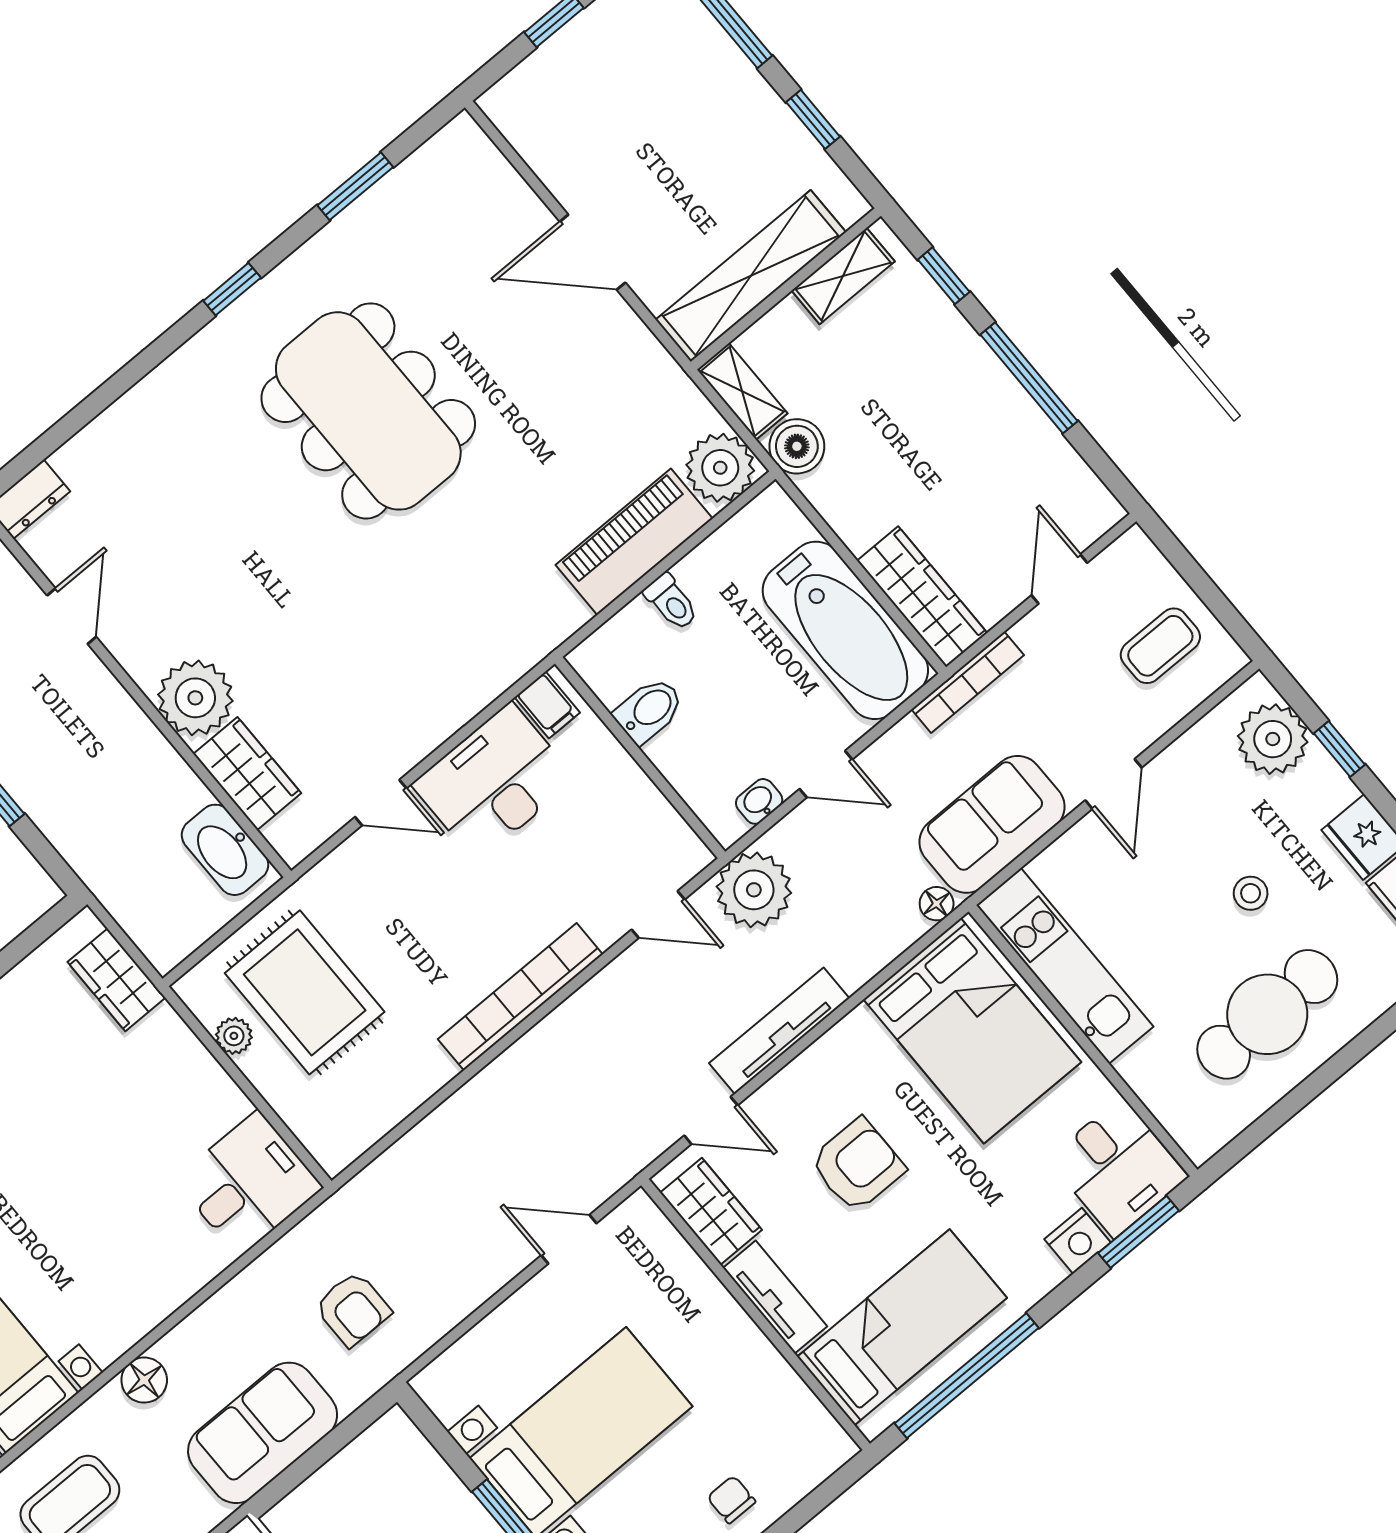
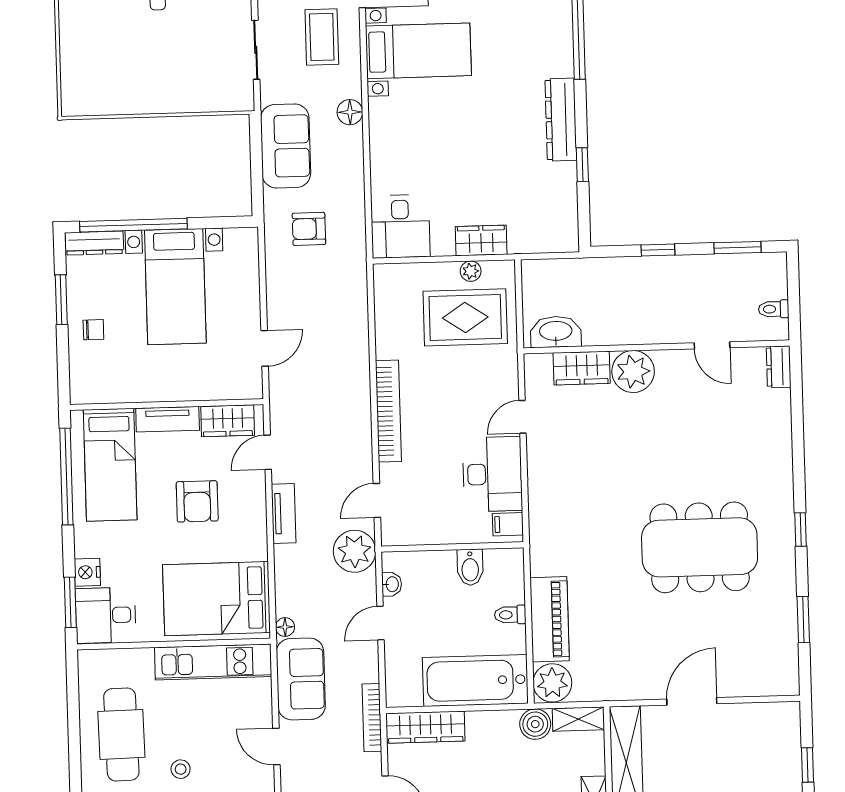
bathtub: (845, 630) -> (475, 681), moved
wardrobe: (116, 980) -> (481, 240), moved
tv unit: (779, 1031) -> (284, 513), width x0.71

